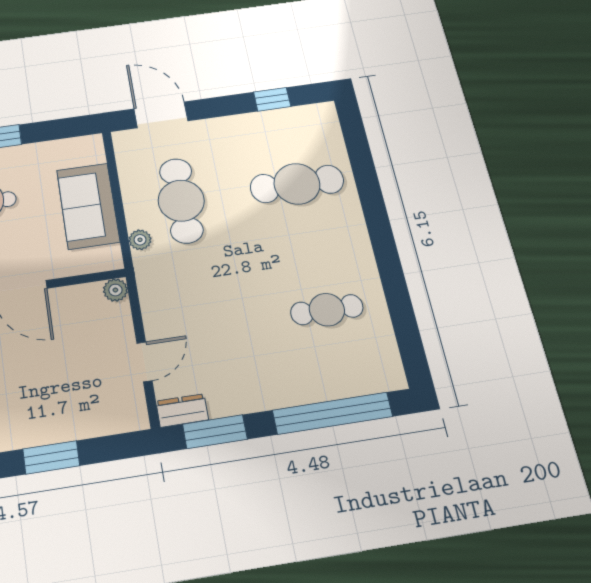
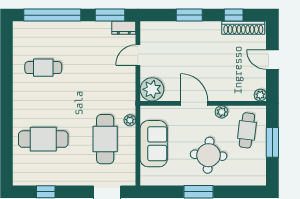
plant: (115, 290) -> (152, 89), width x1.88, depth x1.88

